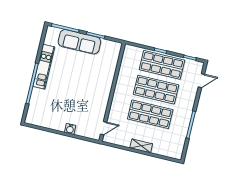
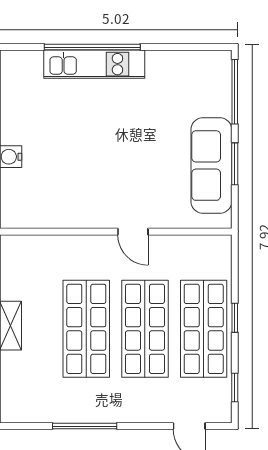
sofa: (79, 42) -> (211, 166), moved
kitchen unit: (44, 67) -> (94, 64), moved
door: (104, 128) -> (133, 232), moved

